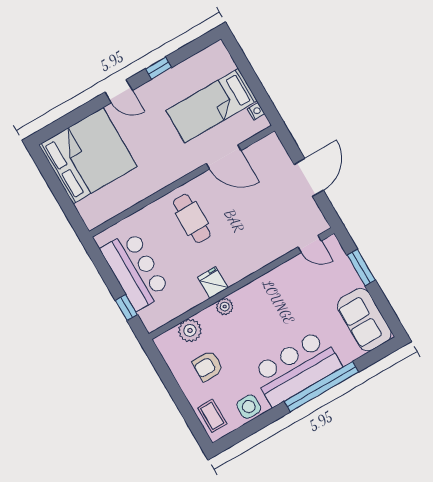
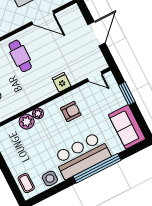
fridge: (213, 282) -> (62, 82), moved
plant: (190, 330) -> (27, 122), moved
armchair: (208, 366) -> (71, 111), moved, turned 180

